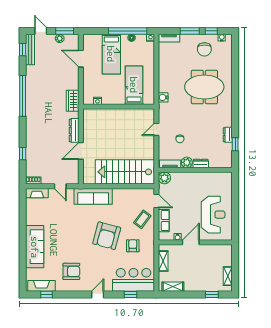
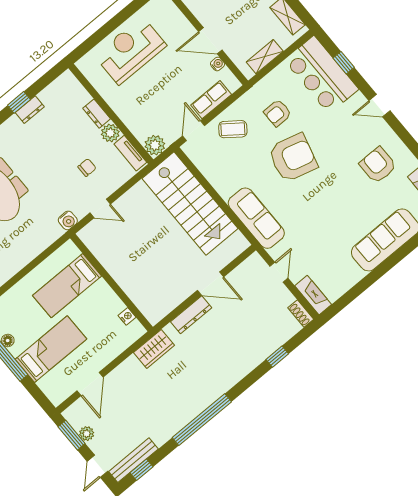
water cooler: (163, 97) -> (68, 220), moved
window: (235, 144) -> (19, 102), moved
reception desk: (213, 215) -> (130, 51), moved

